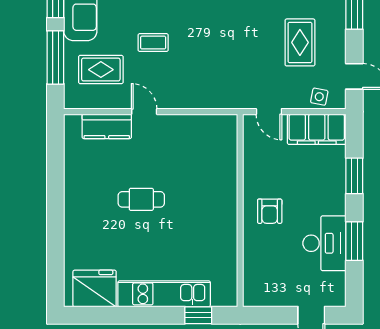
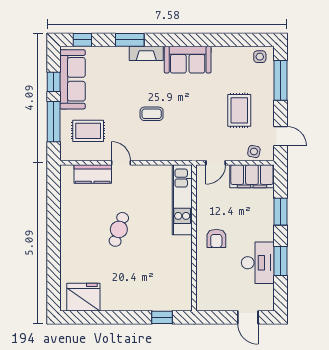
coffee table: (153, 43) -> (152, 114), moved
door: (269, 112) -> (216, 163), hinge flipped
cafe table: (141, 199) -> (119, 229), turned -72
kitchen unit: (164, 294) -> (182, 200), moved, turned -90

